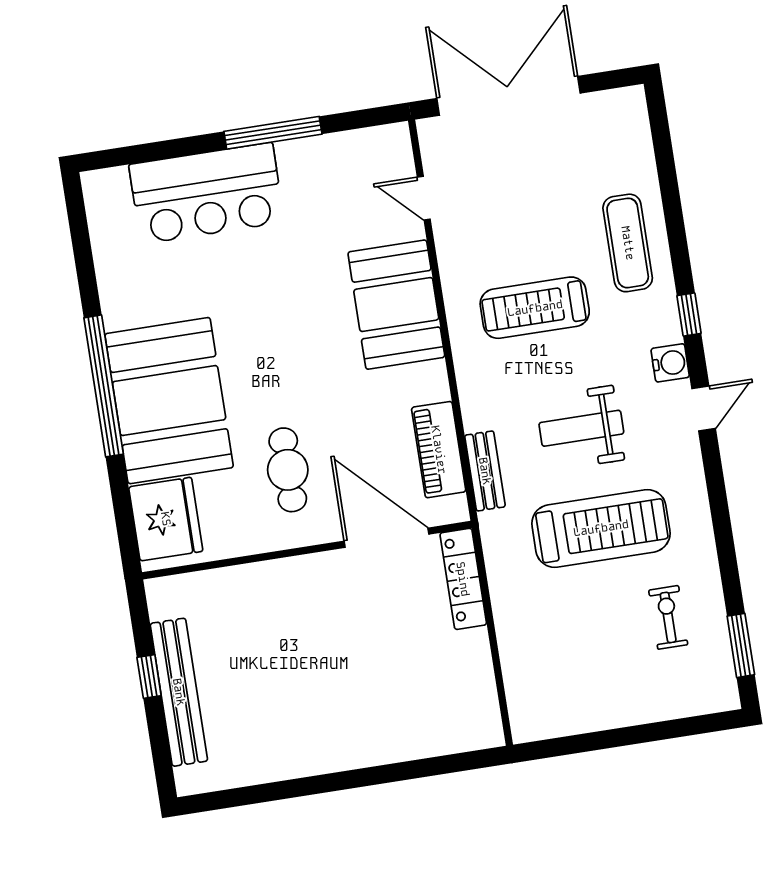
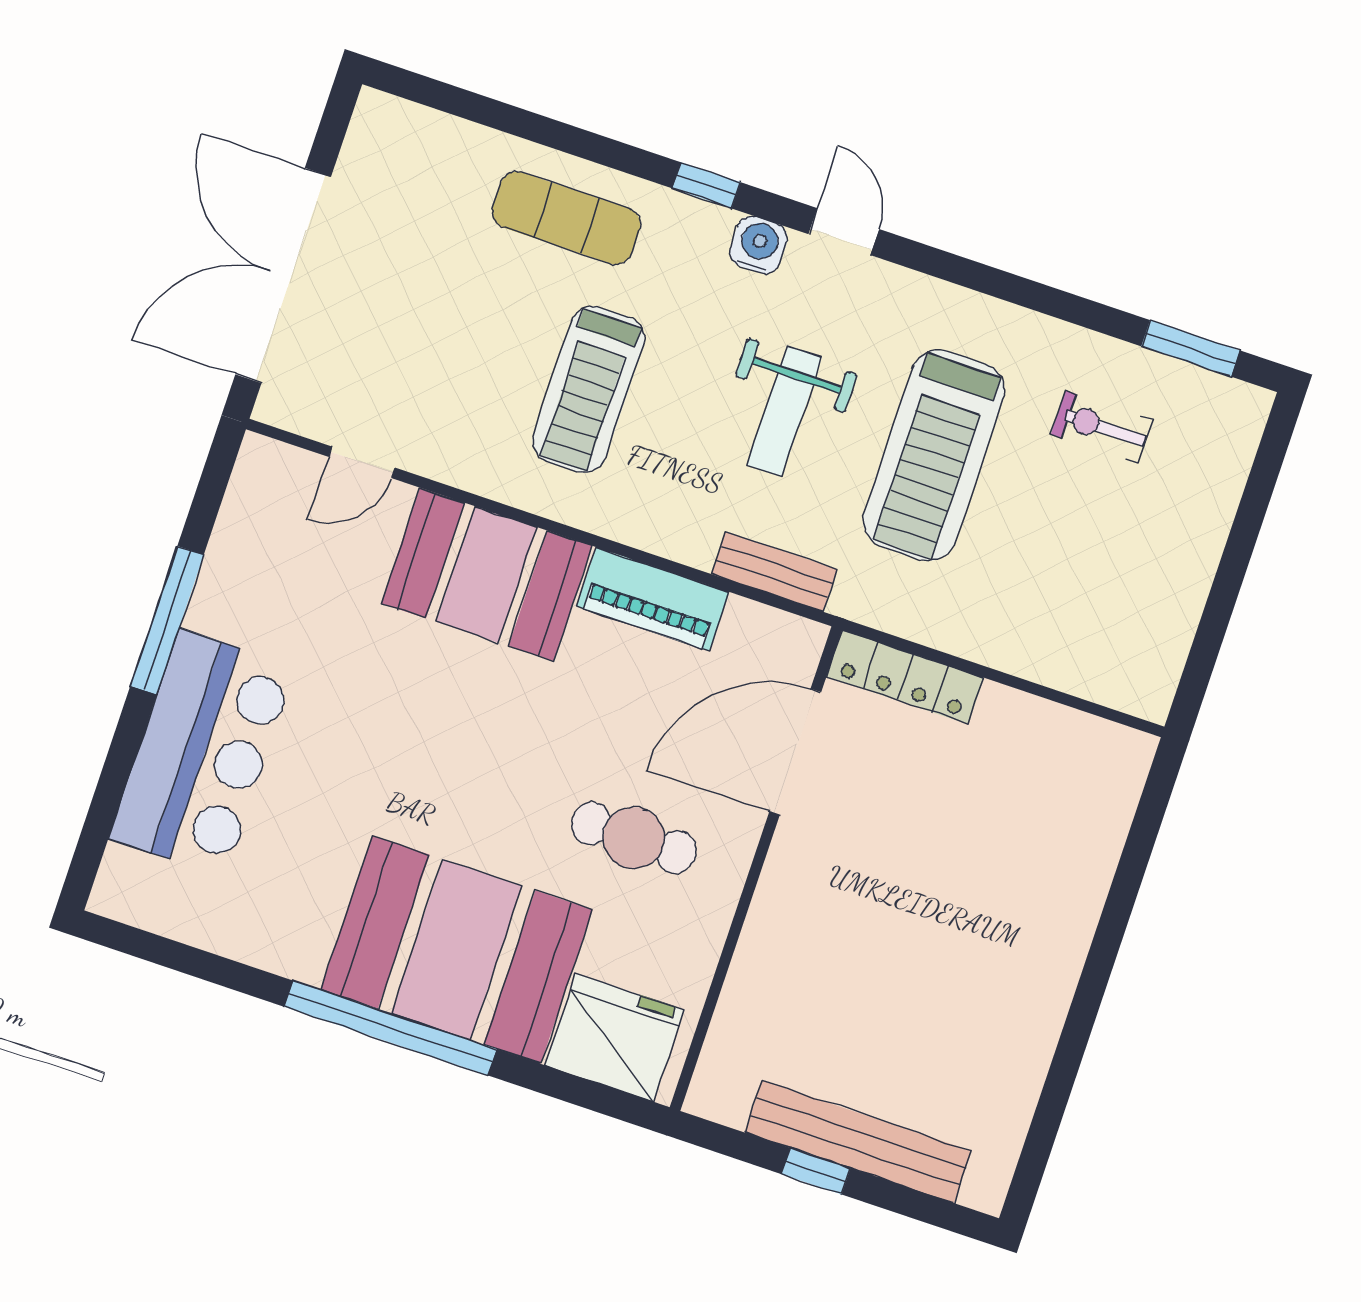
piano: (439, 450) -> (653, 599), moved
treadmill: (601, 528) -> (934, 455), turned 180

